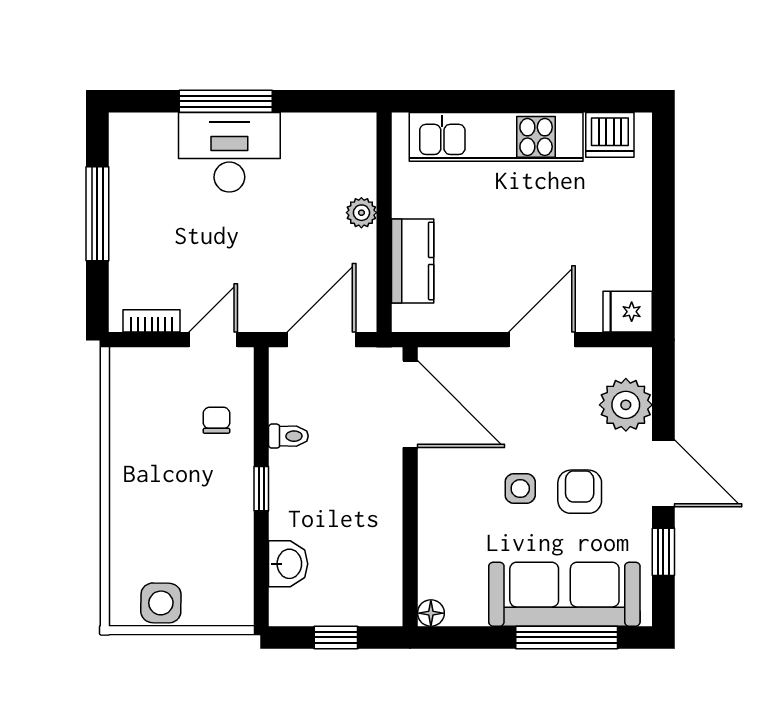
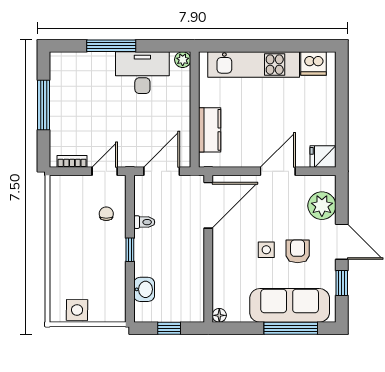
desk: (229, 152) -> (142, 73), moved
plant: (361, 213) -> (183, 60), moved
door: (410, 404) -> (208, 205), hinge flipped

